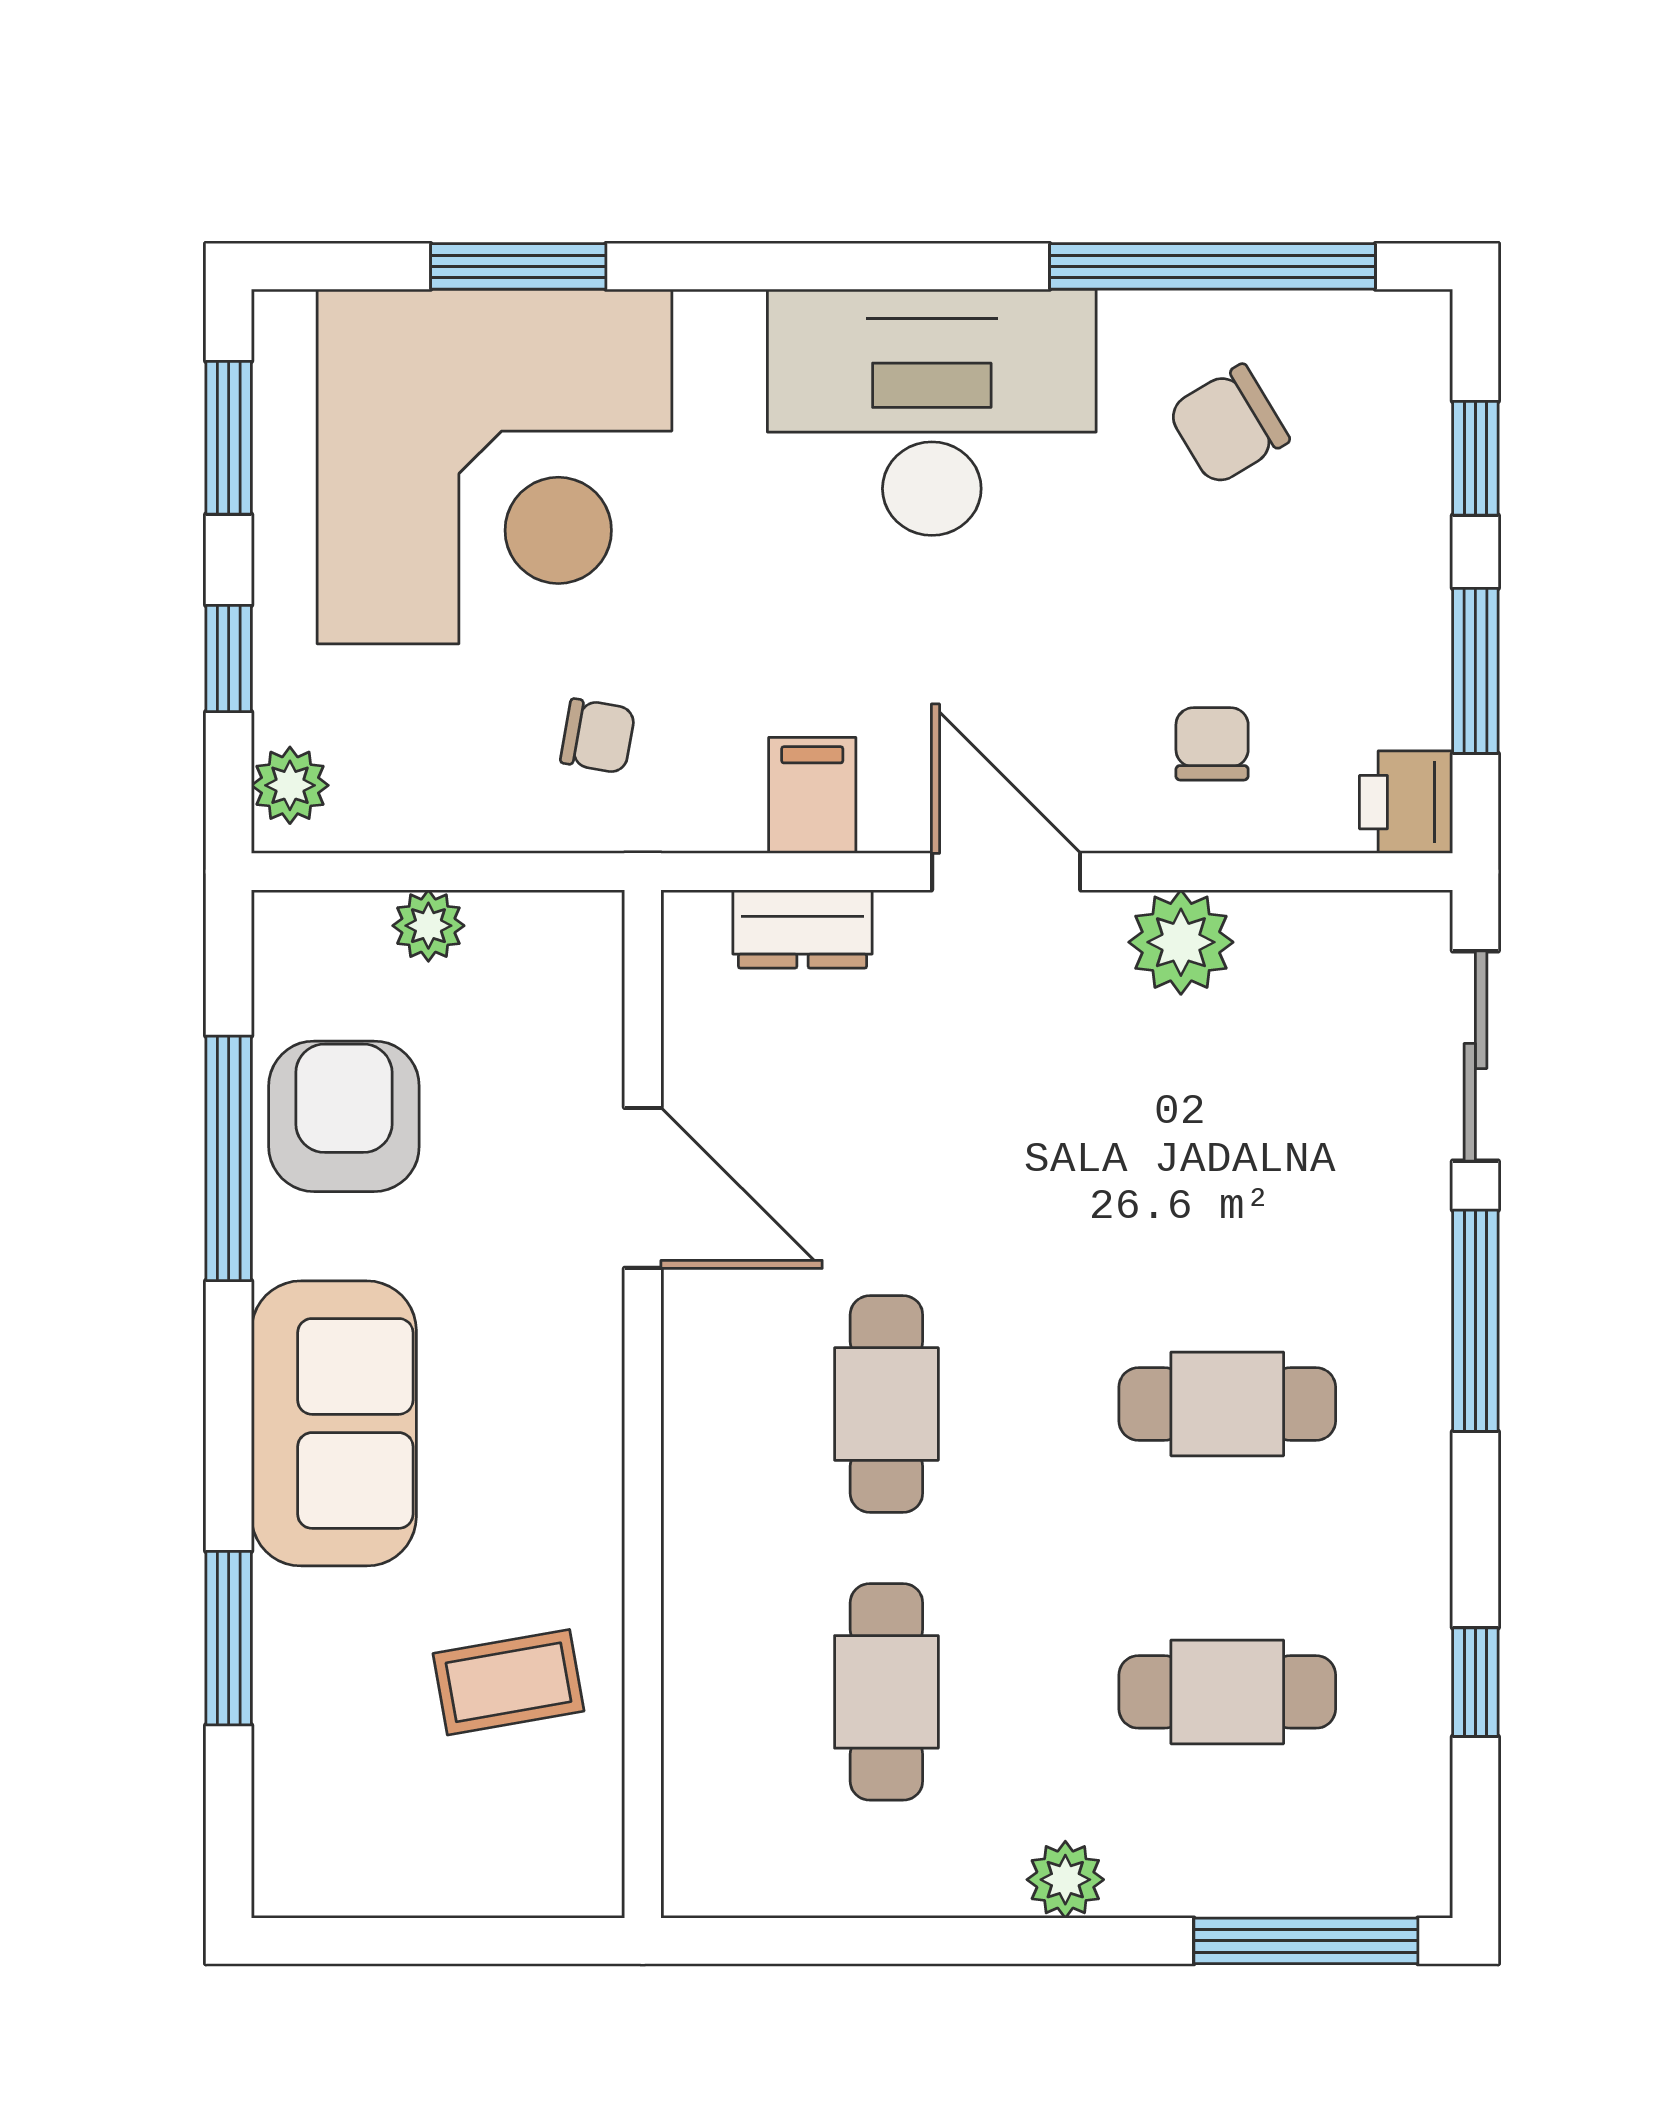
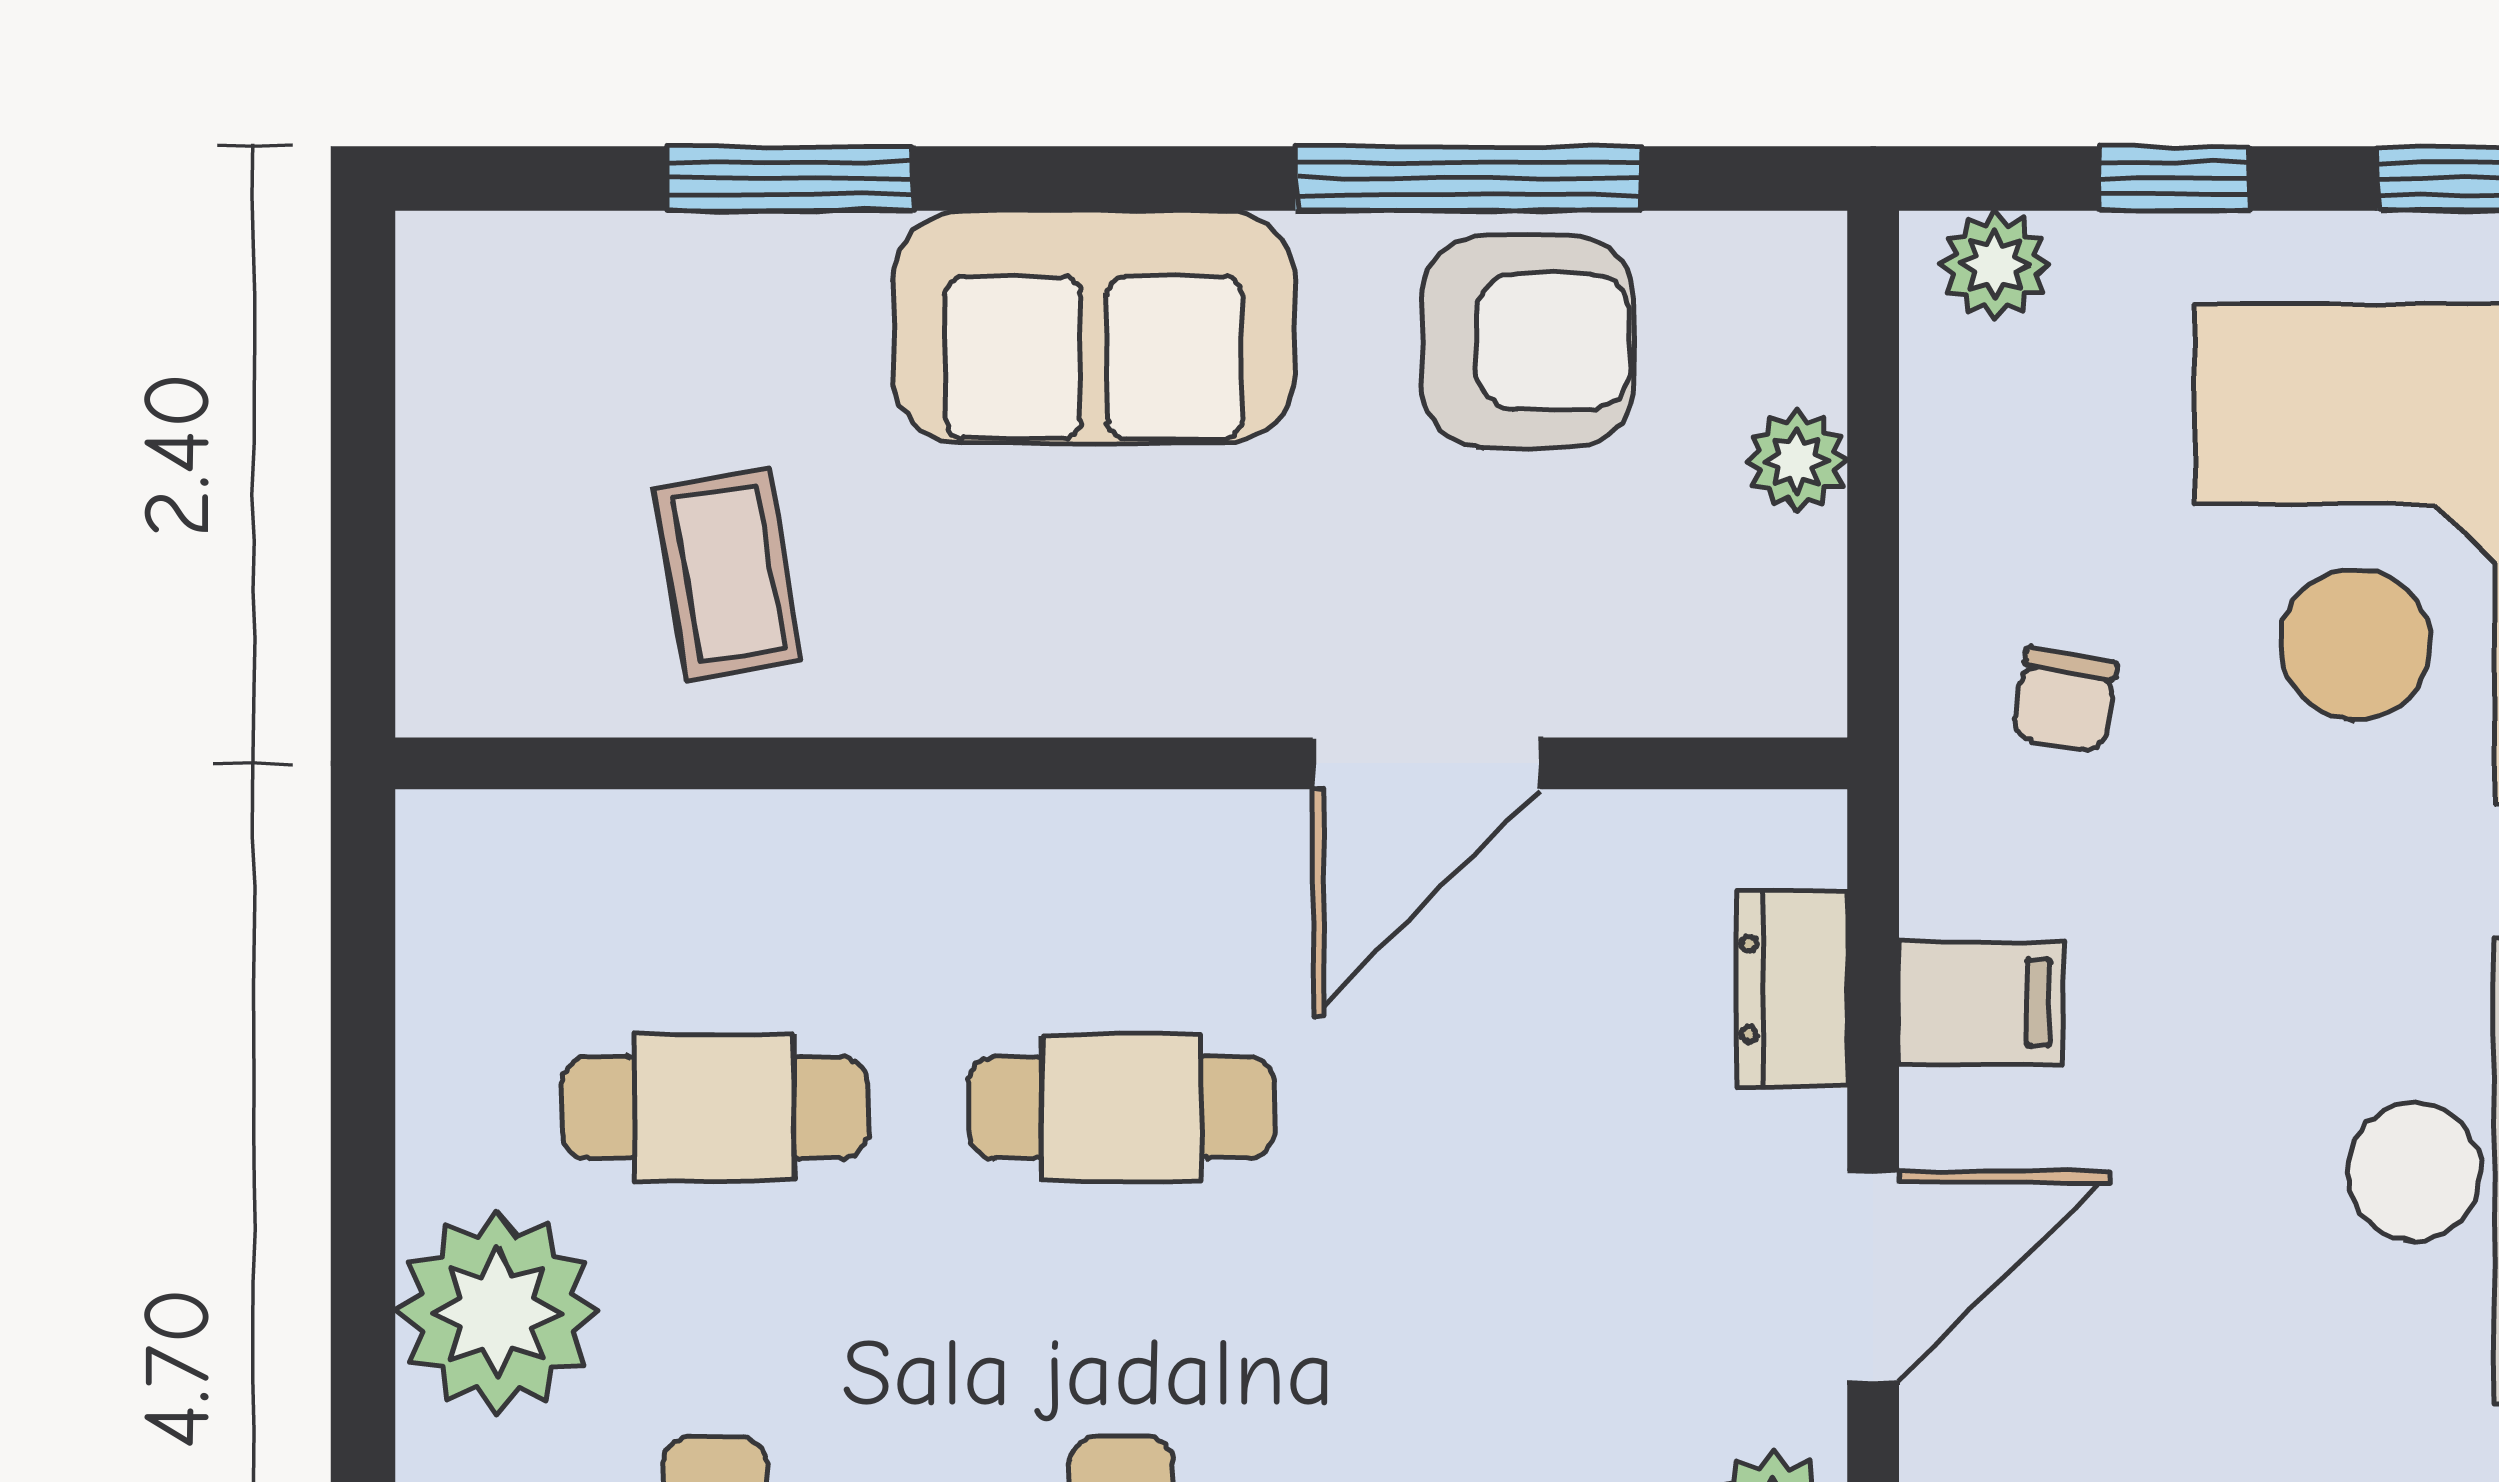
plant: (1065, 1880) -> (497, 1313), width x1.88, depth x1.88

